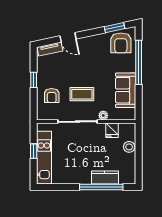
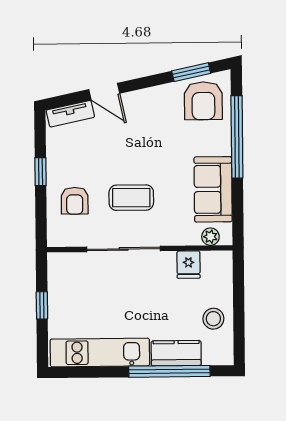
plant: (103, 115) -> (210, 237), moved
stool: (129, 147) -> (213, 319), moved
kitchen unit: (44, 158) -> (100, 352), moved, turned -90

